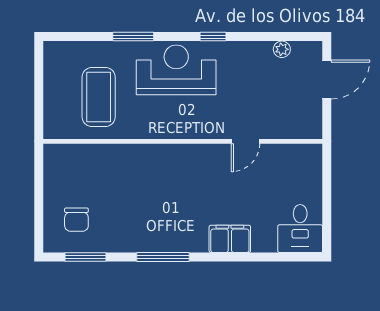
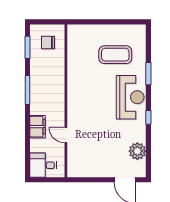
plant: (282, 49) -> (137, 151), width x1.87, depth x1.87
wall: (183, 141) -> (66, 101), moved
door: (245, 141) -> (66, 135), moved

